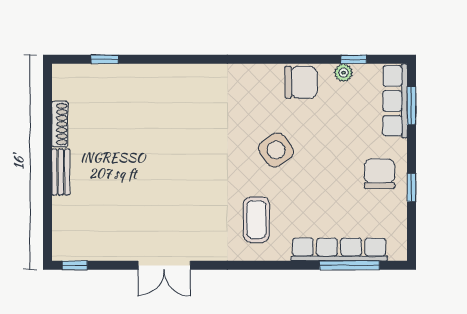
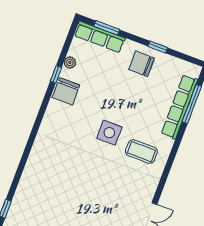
window: (354, 59) -> (56, 74), moved
chair: (301, 82) -> (66, 91), turned 180
side table: (276, 150) -> (109, 133), moved, turned 36

